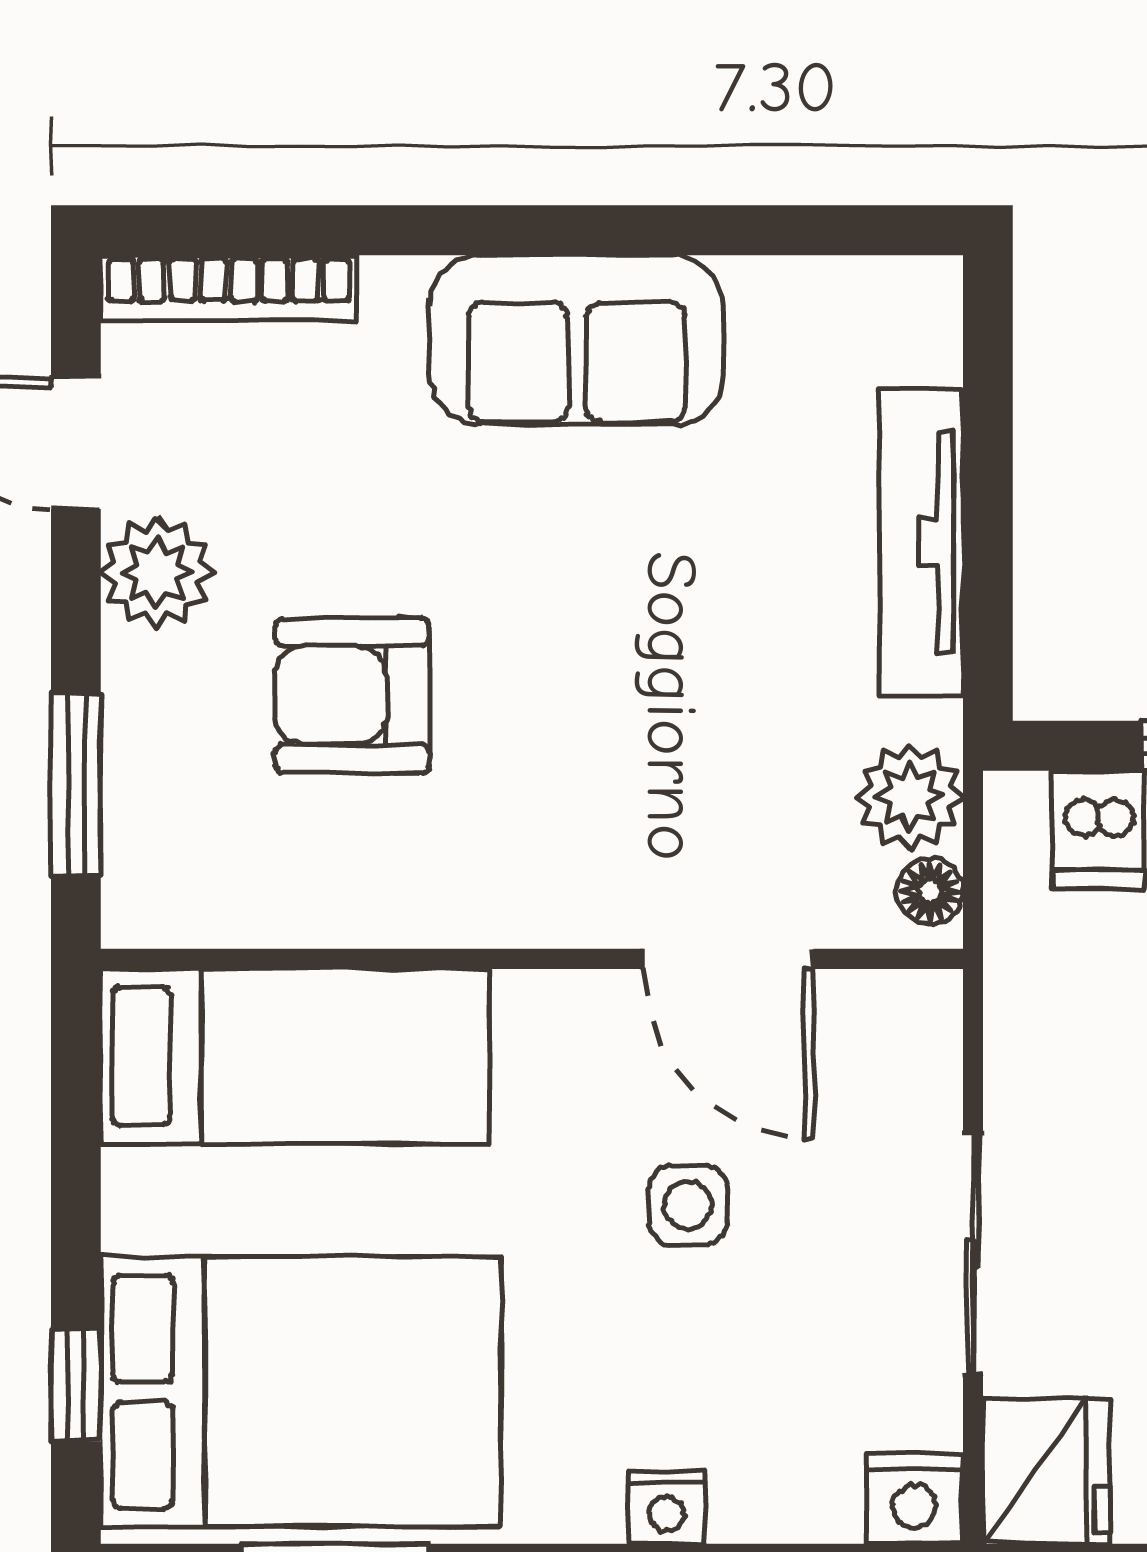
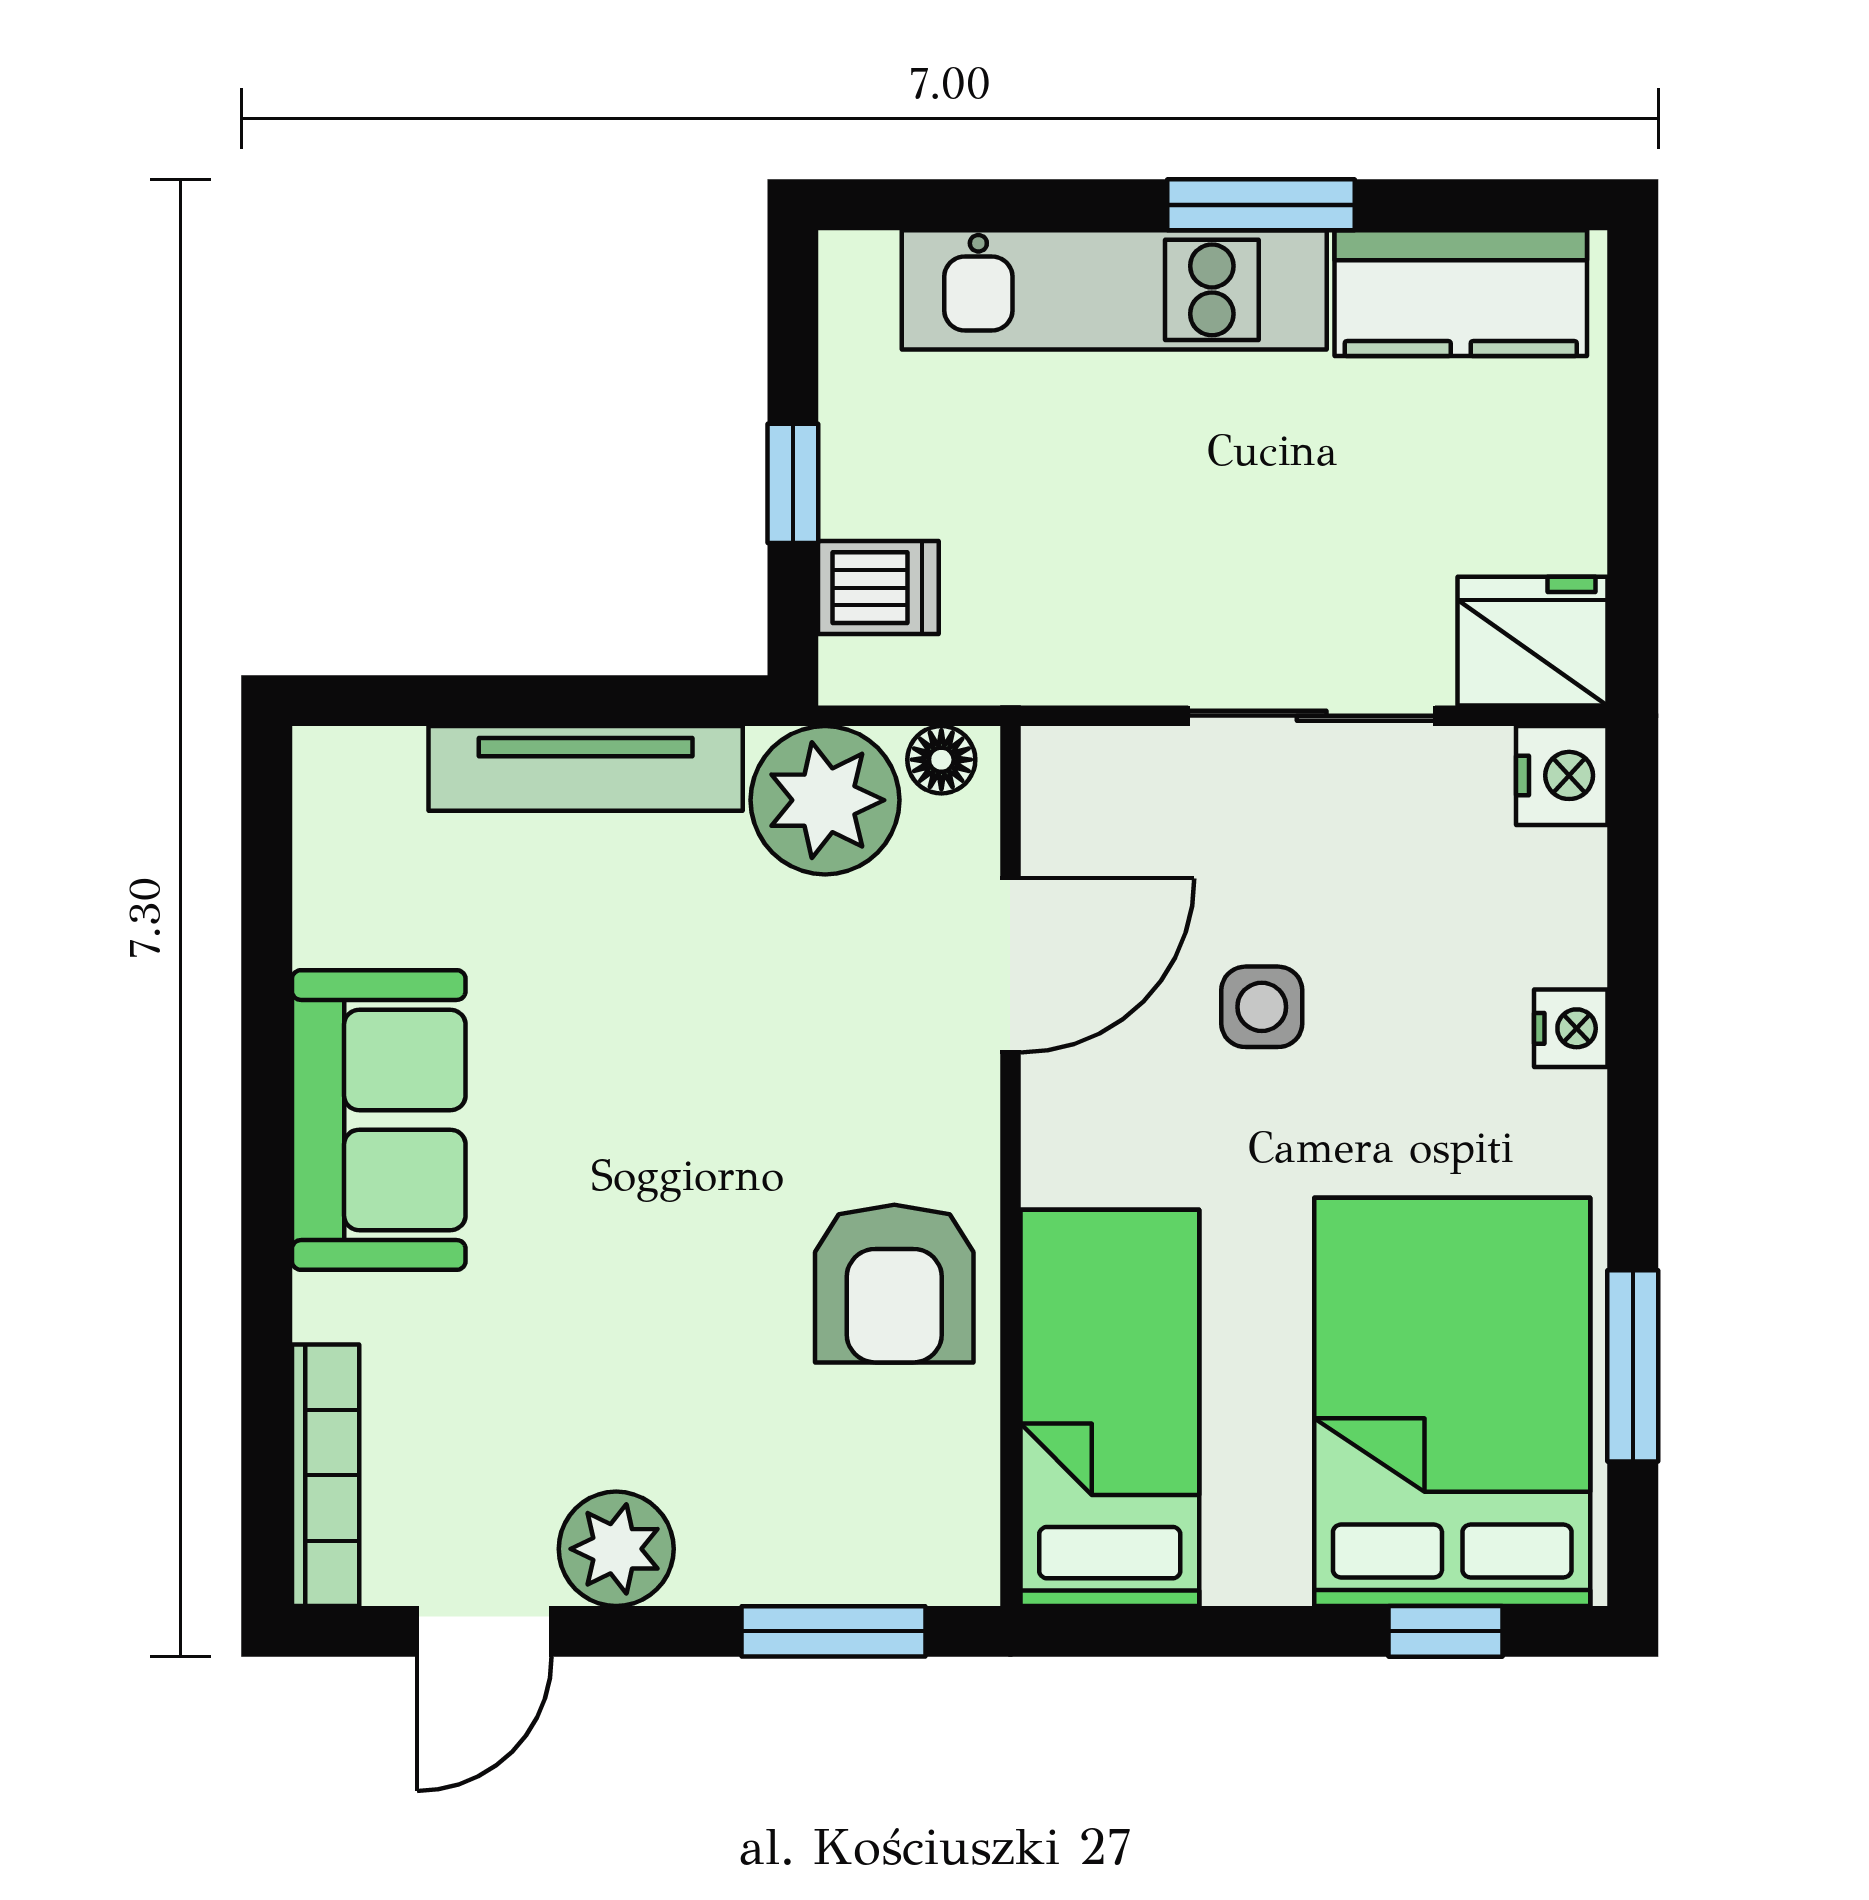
armchair: (352, 695) -> (894, 1284), moved
plant: (910, 797) -> (825, 800), width x1.36, depth x1.36

